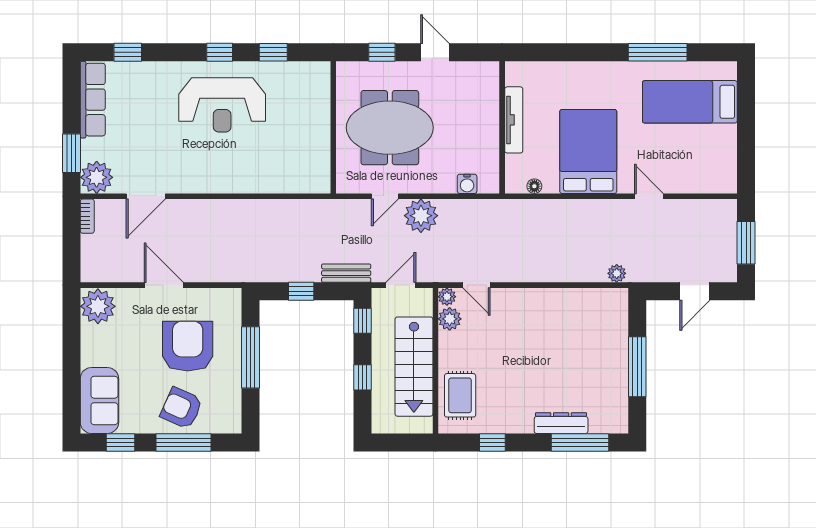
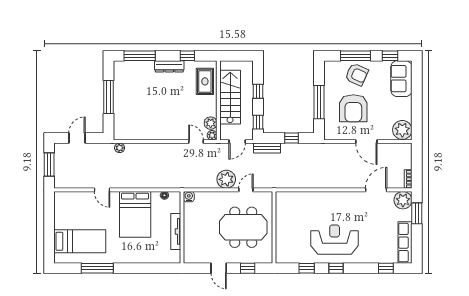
water cooler: (467, 184) -> (189, 197), moved
dresser: (561, 423) -> (169, 66), moved

